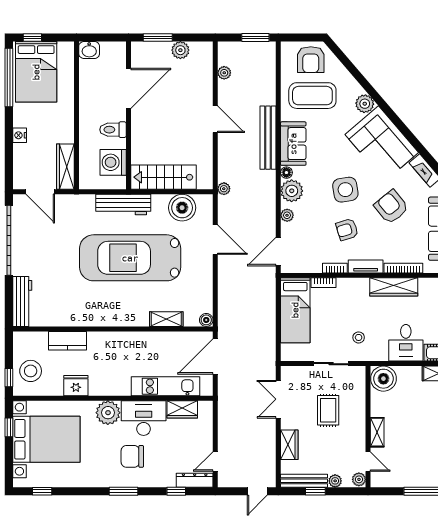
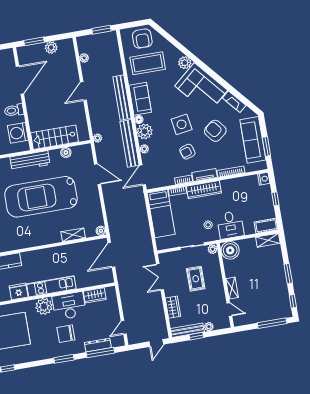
door: (215, 119) -> (83, 91), swing flipped
bench: (268, 204) -> (130, 143), added
boiler: (182, 208) -> (66, 152), width x0.54, depth x0.54
wardrobe: (394, 287) -> (204, 190), moved
desk: (406, 343) -> (230, 225), moved
kitchen unit: (166, 386) -> (51, 286), moved
plant: (359, 479) -> (213, 249), moved
dresser: (195, 480) -> (98, 345), moved
window: (176, 491) -> (100, 353), width x2.17

